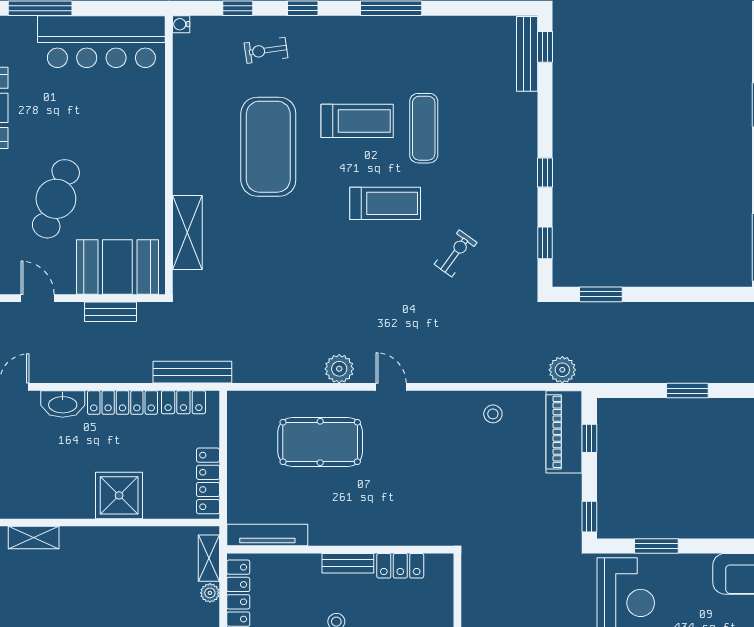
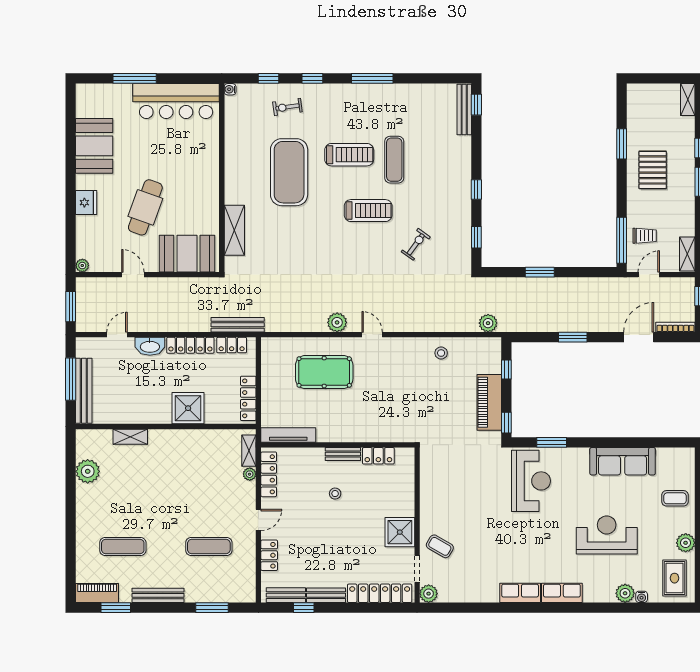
window: (601, 294) -> (540, 272), moved
bench: (111, 312) -> (182, 284), removed
piano: (564, 432) -> (489, 402), moved

